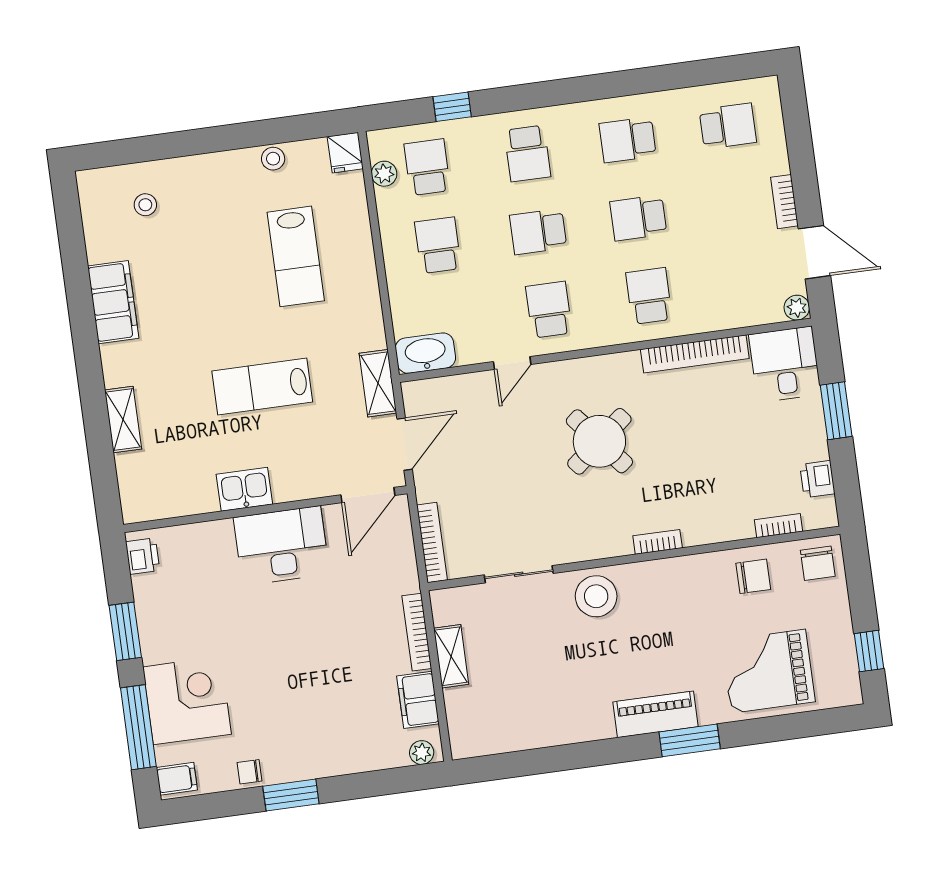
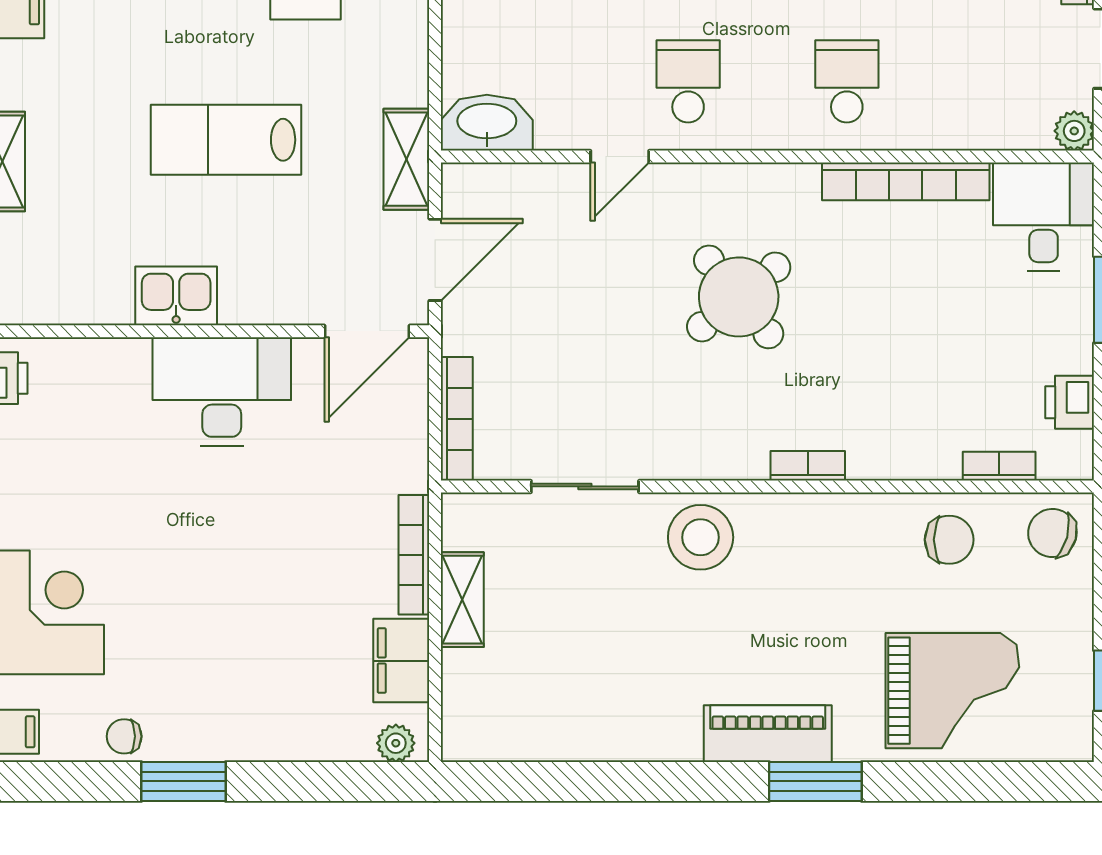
chair: (818, 563) -> (1052, 533), turned 105
grand piano: (768, 671) -> (952, 691), turned 180

